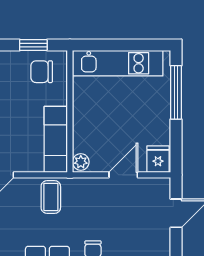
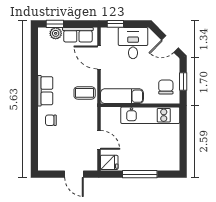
kitchen unit: (118, 63) -> (150, 115), moved, turned -90
window: (176, 92) -> (140, 174), moved
plant: (81, 162) -> (107, 112), removed

